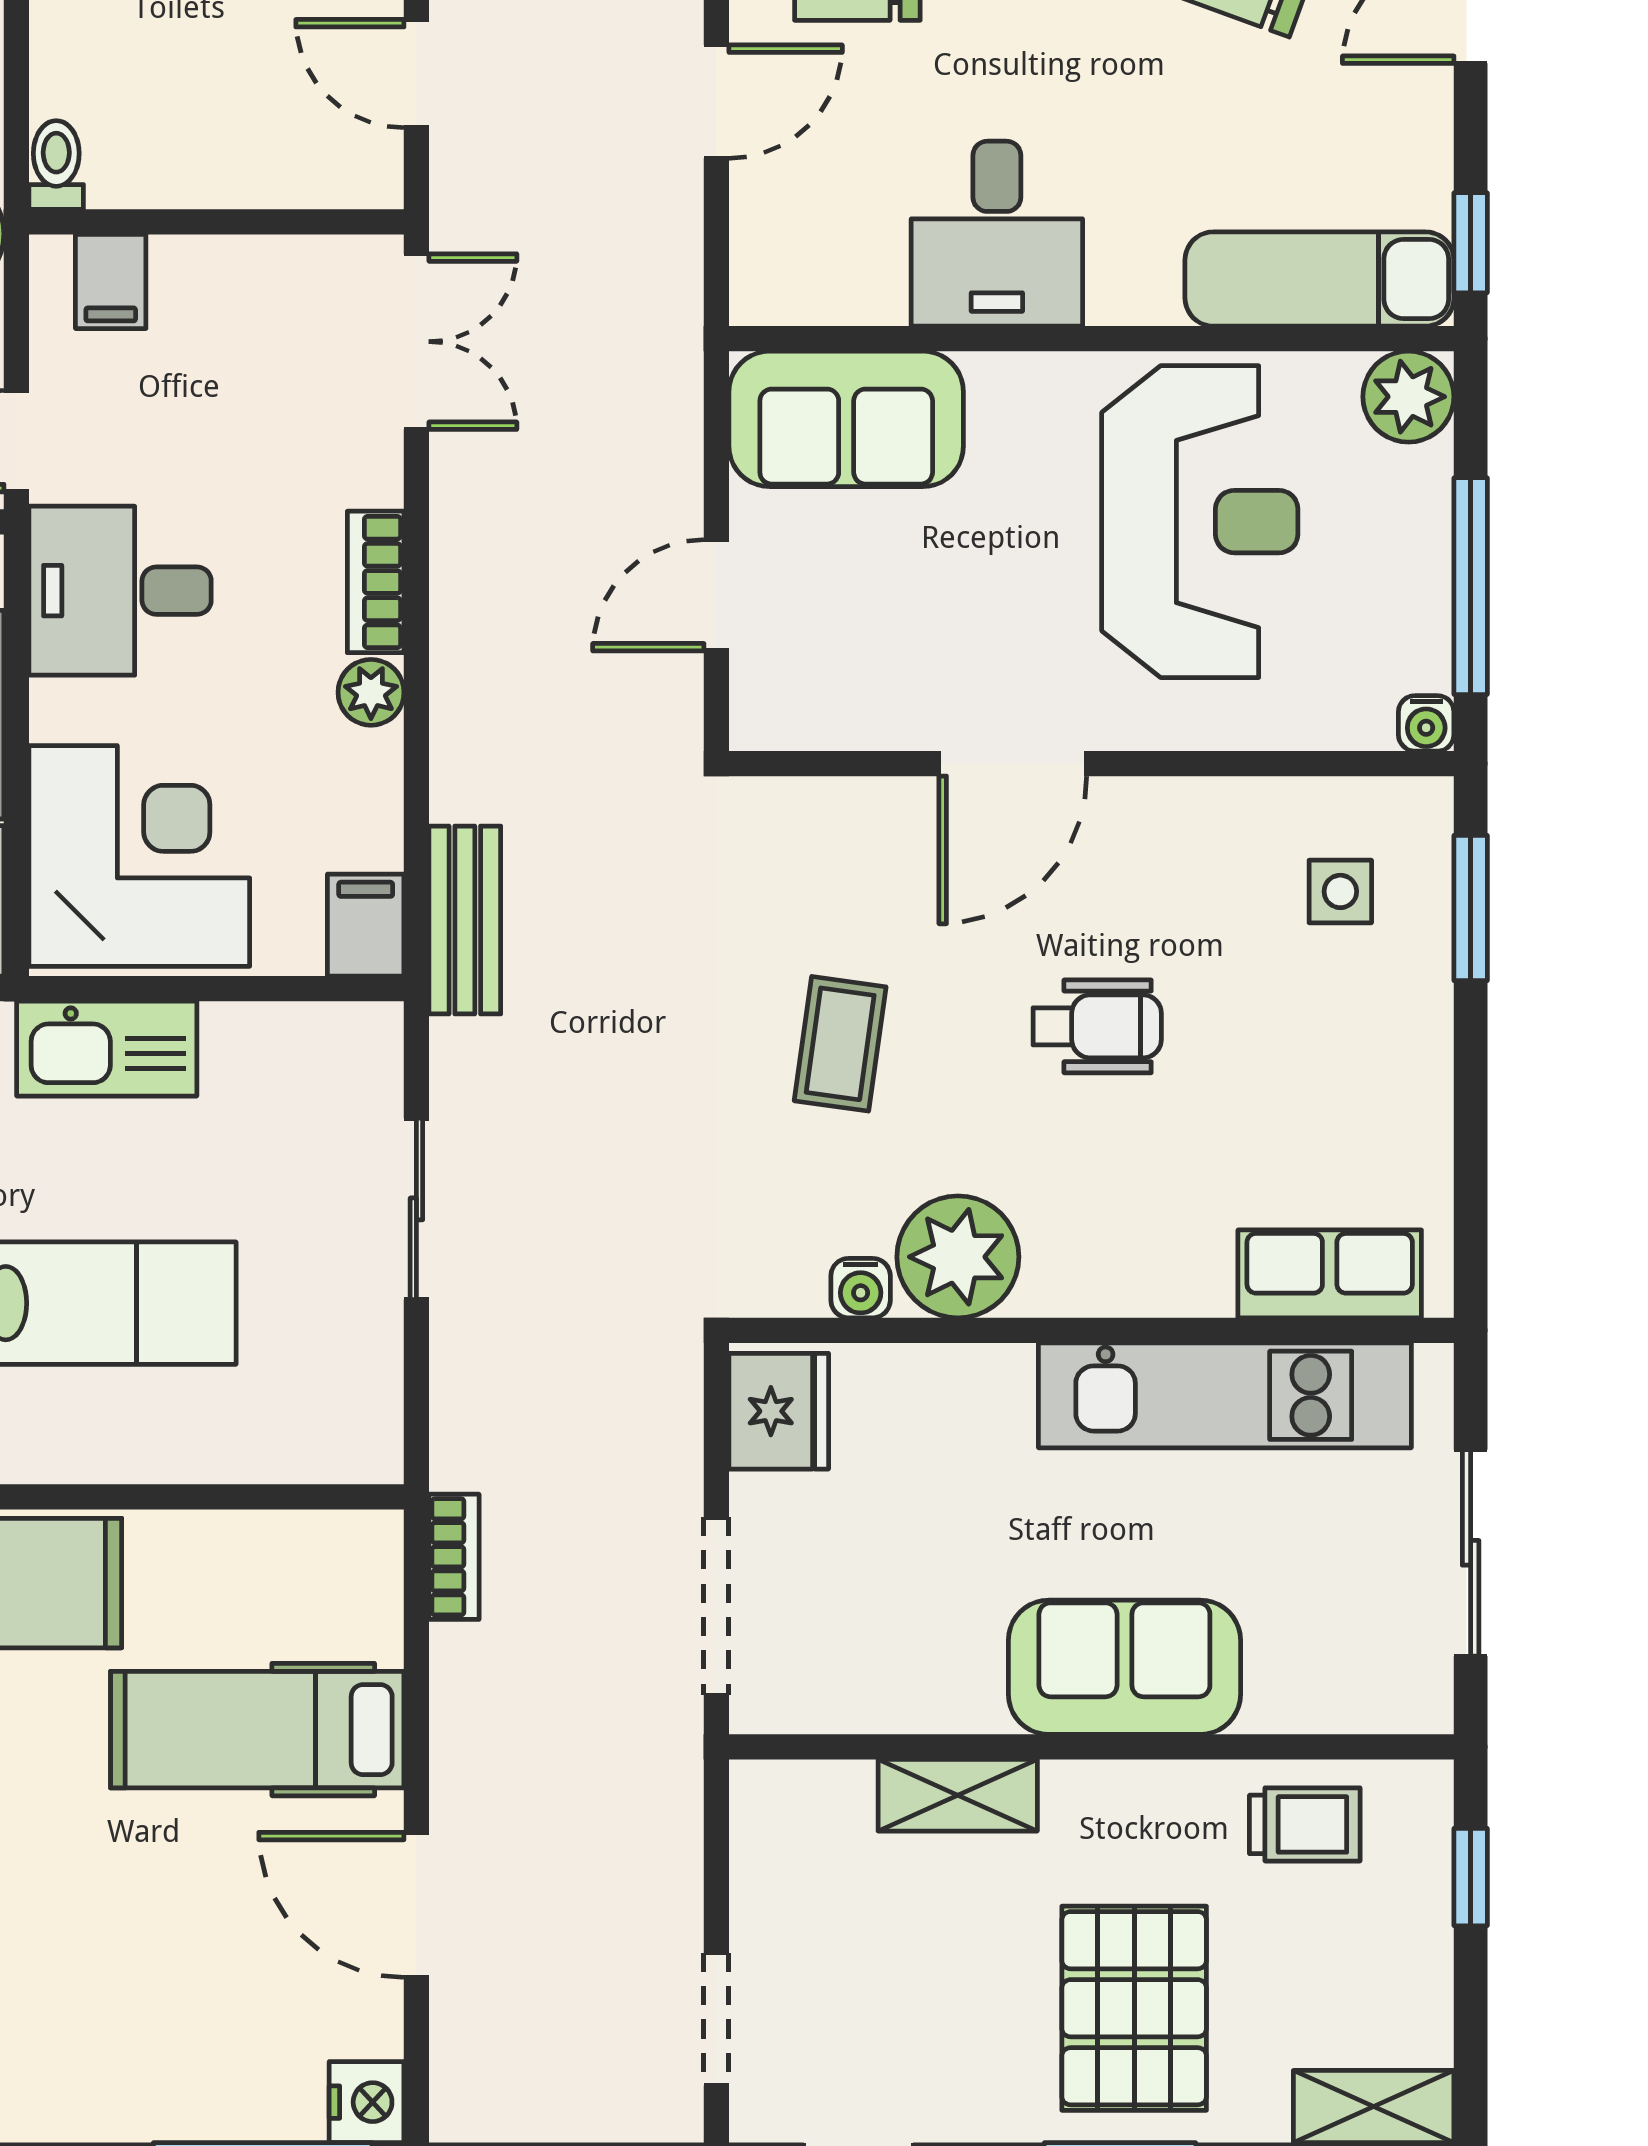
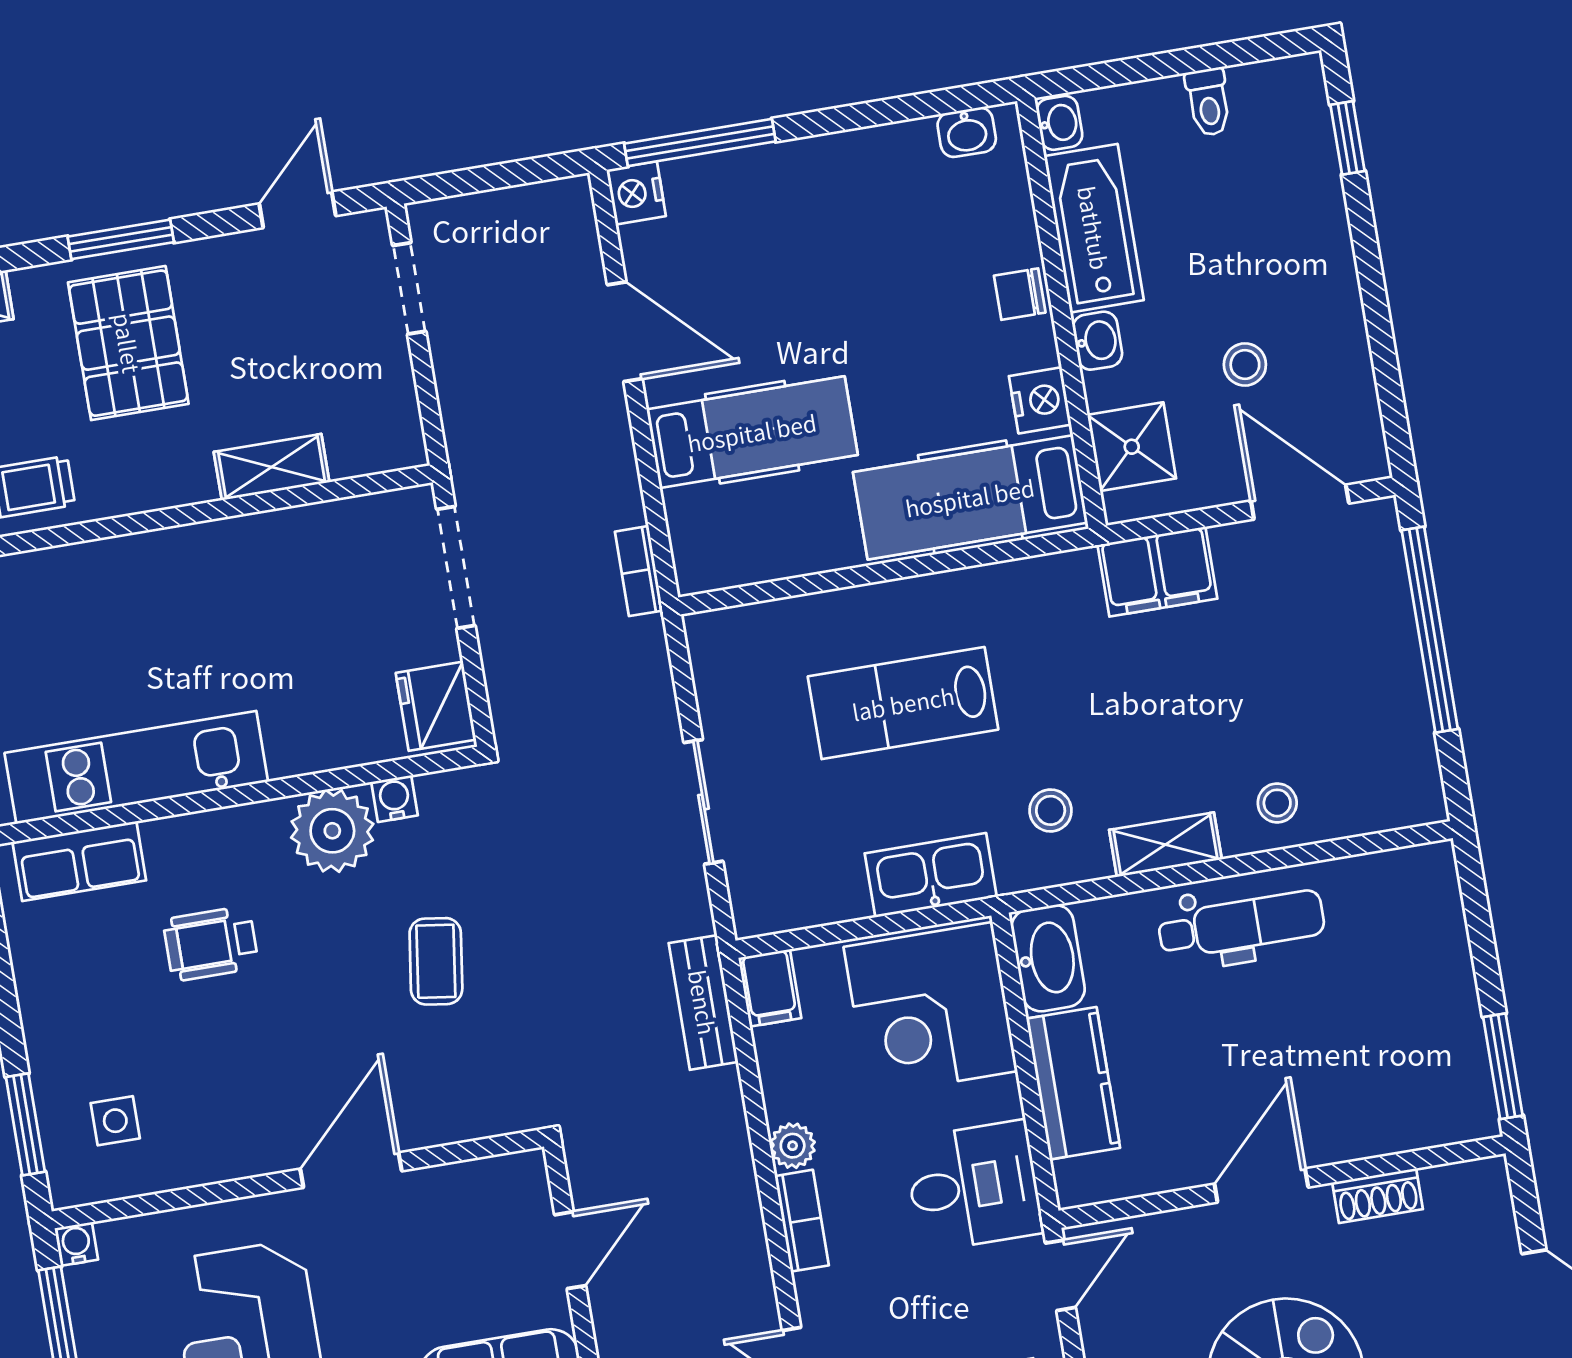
wheelchair: (1097, 1026) -> (211, 944), moved
sofa: (1124, 1667) -> (173, 572), removed

